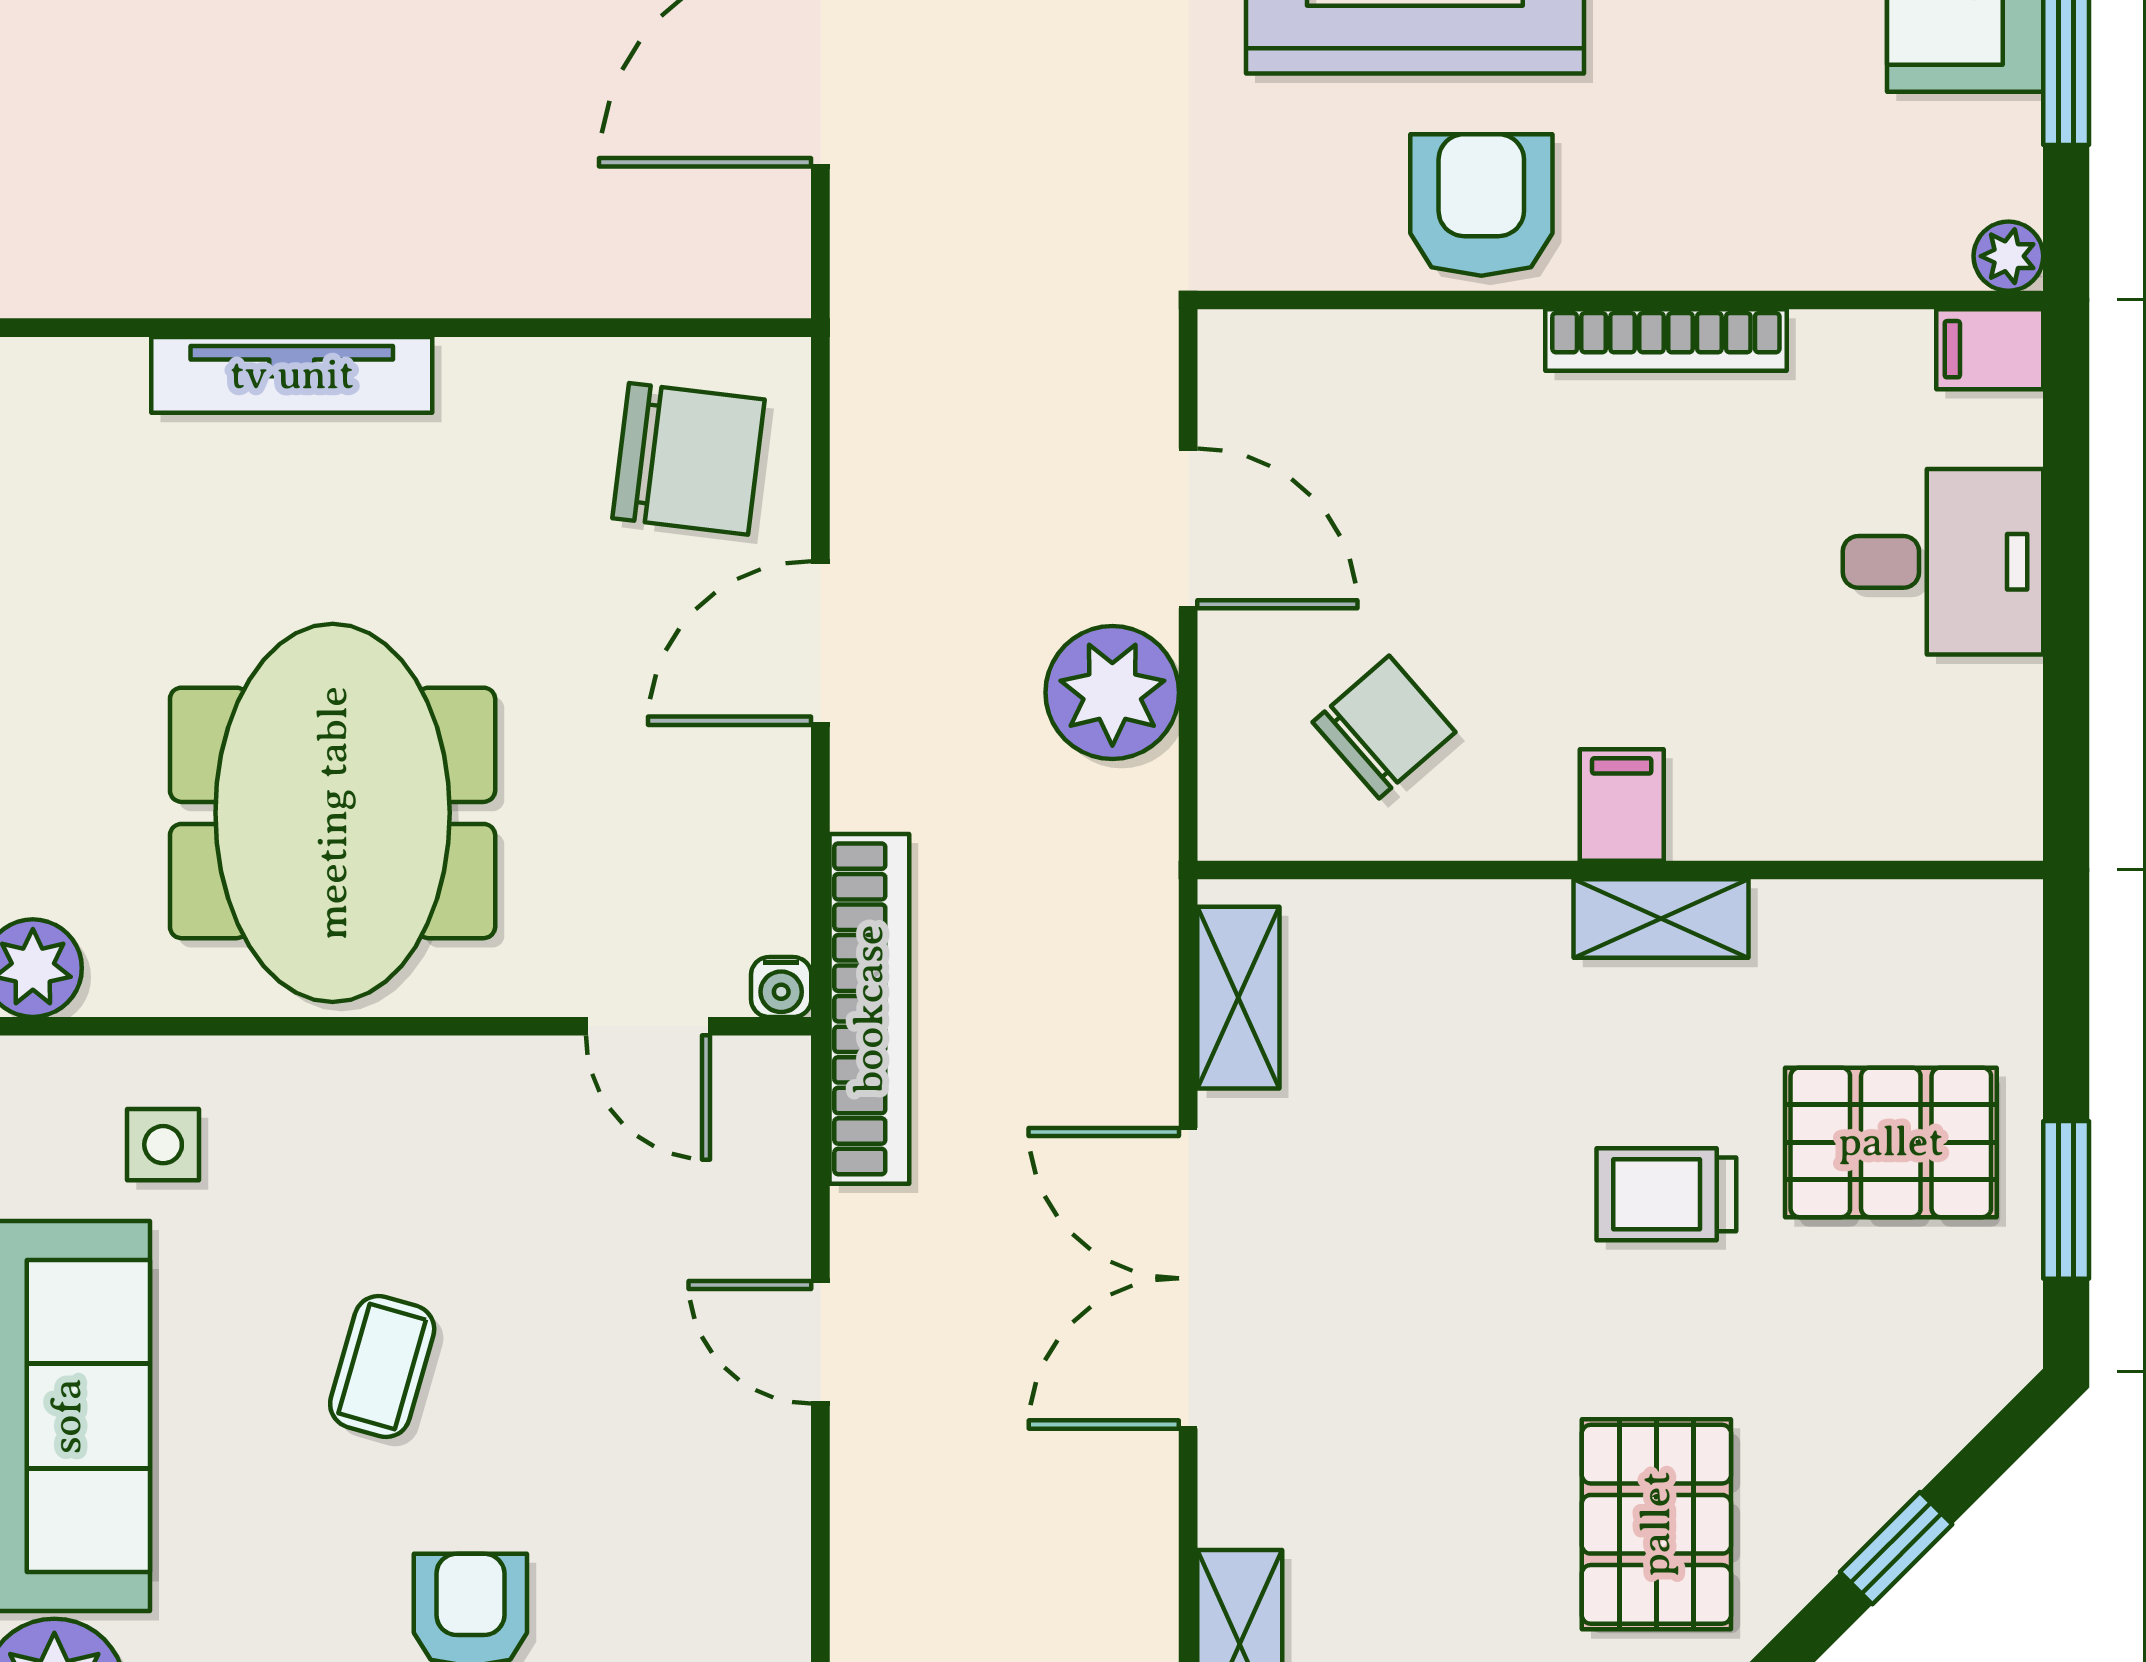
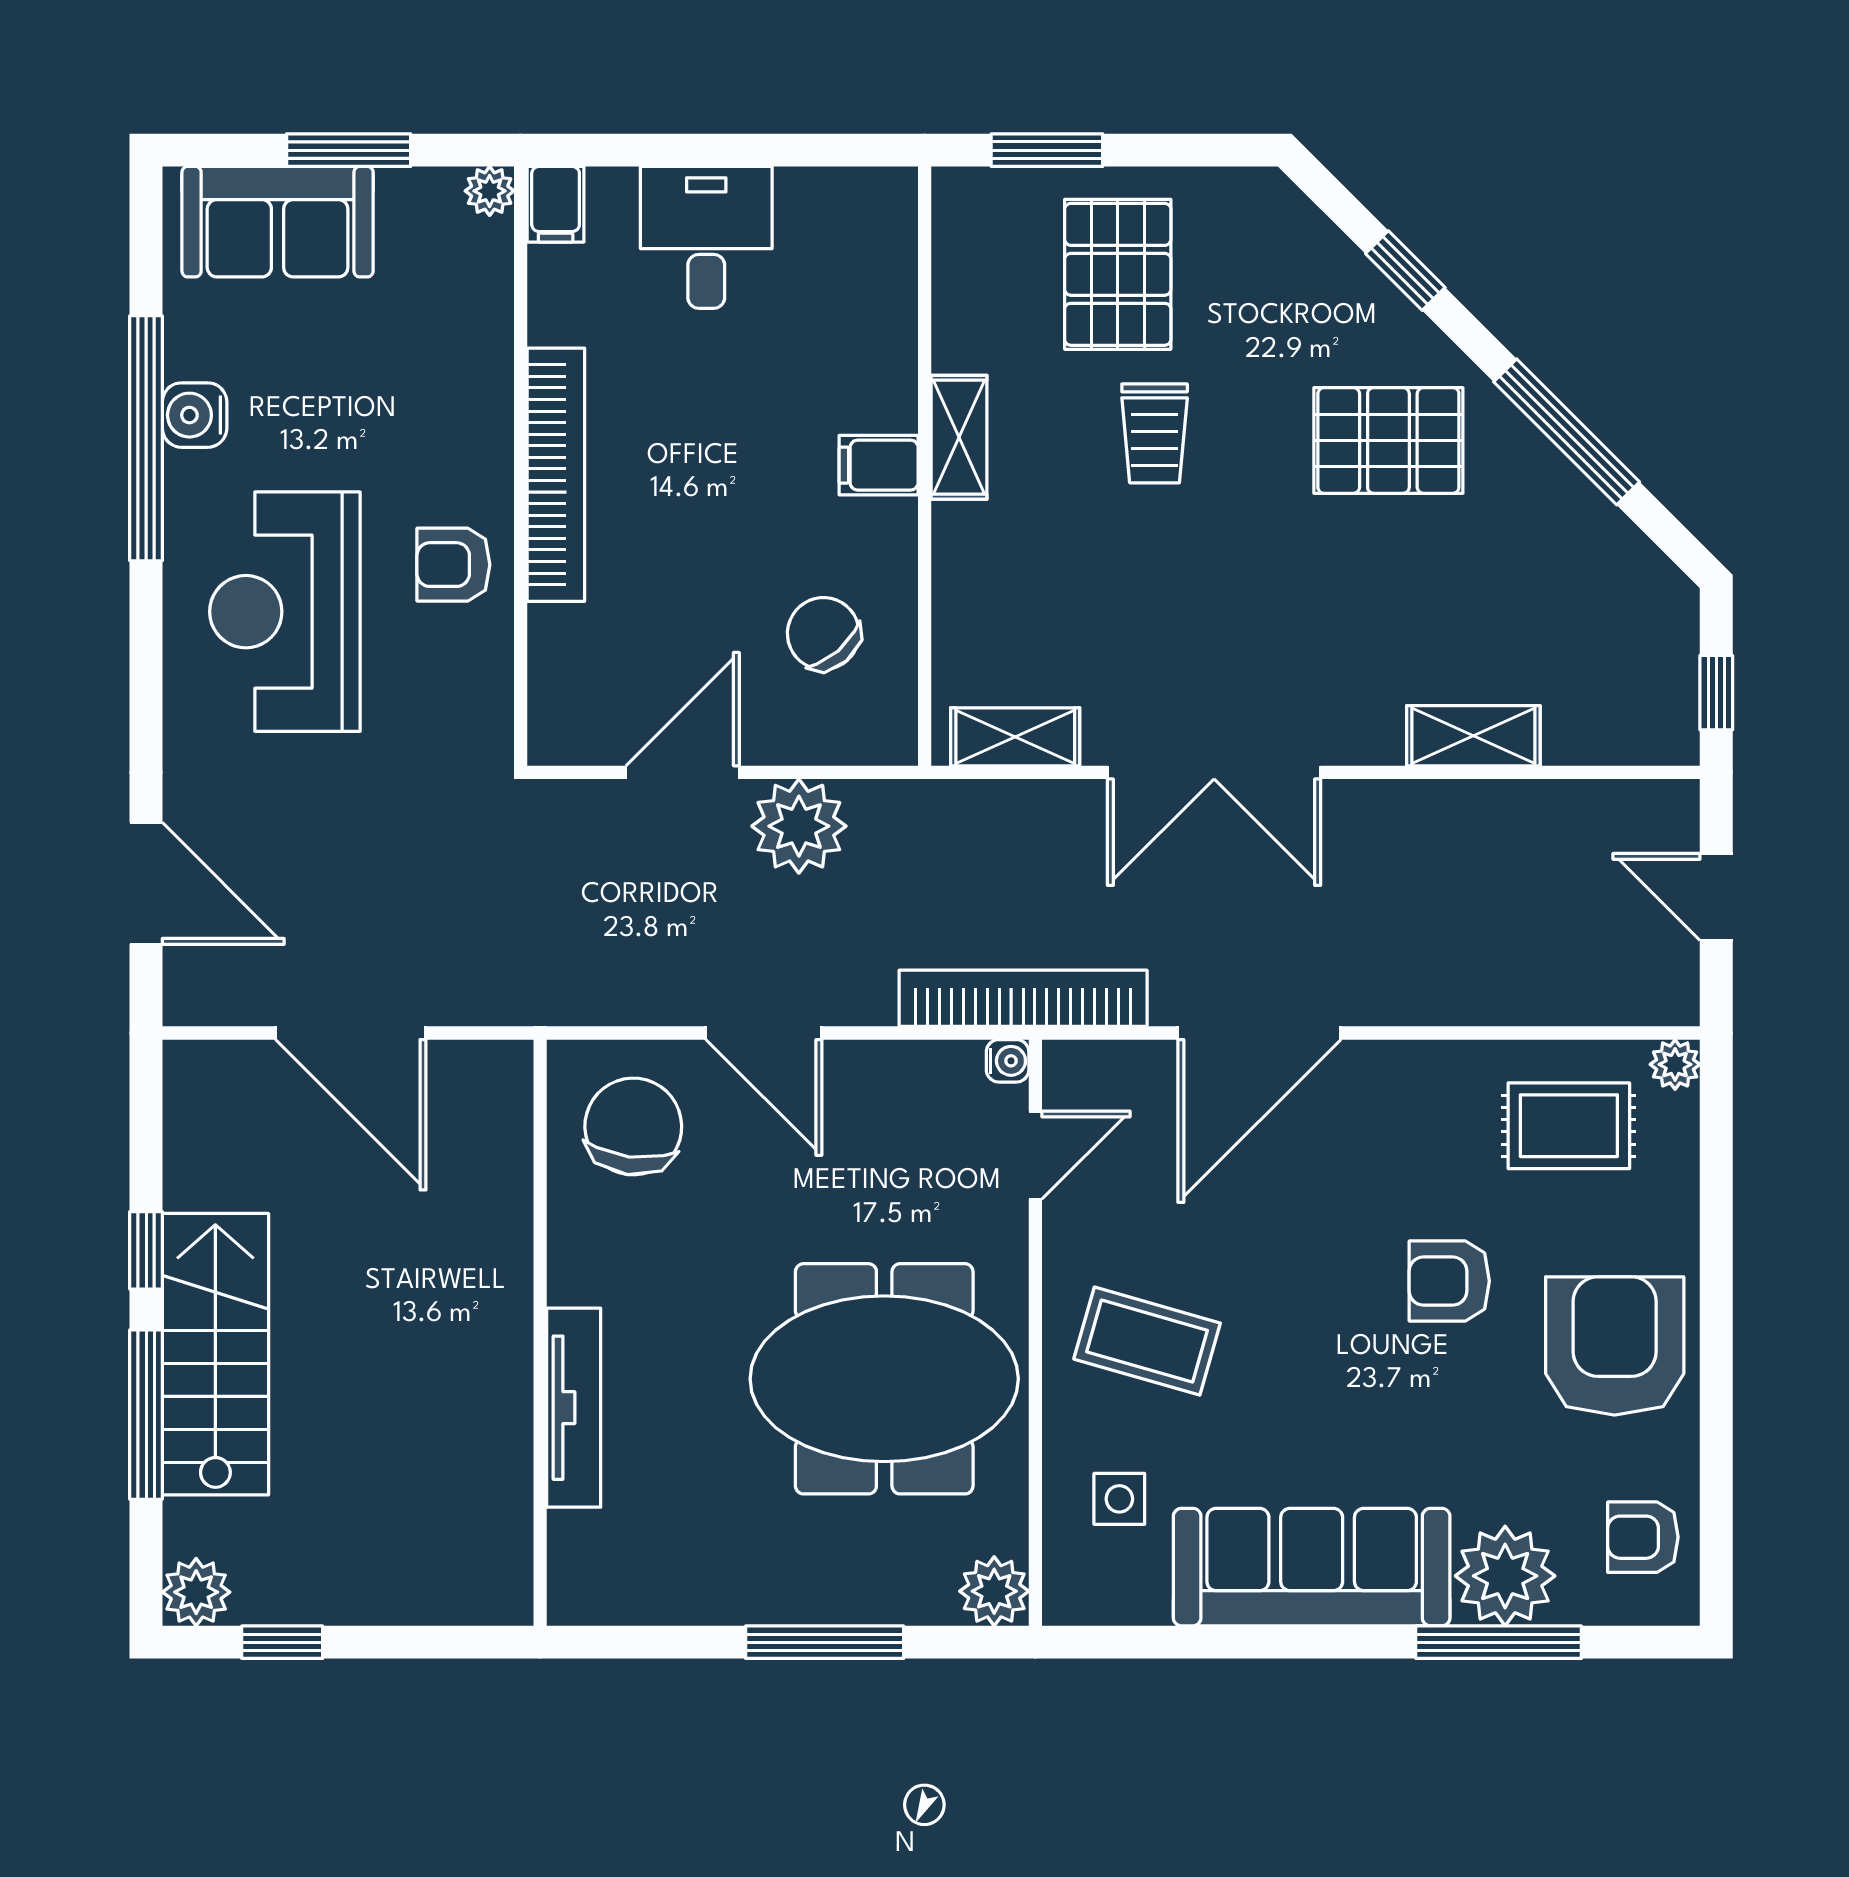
armchair: (1481, 205) -> (453, 565), width x0.72, depth x0.72
bookcase: (1666, 340) -> (556, 475), width x1.48, depth x1.31
window: (2066, 1200) -> (1047, 150), moved
door: (820, 1342) -> (1259, 1033), width x1.88
coffee table: (382, 1367) -> (1147, 1341), moved, width x1.36, depth x1.30

